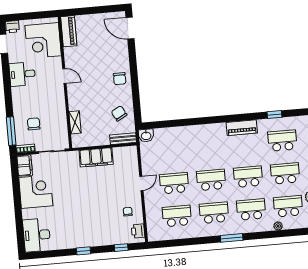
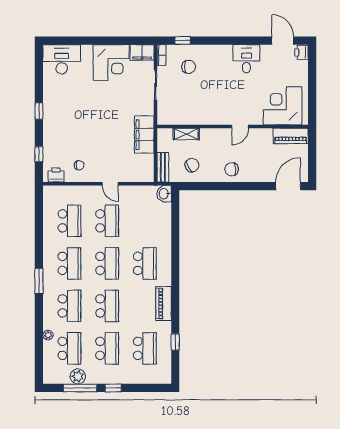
piano: (69, 31) -> (291, 136), moved
corner desk: (43, 41) -> (283, 106), moved
door: (64, 76) -> (240, 127), moved
wall: (65, 83) -> (233, 127), moved
shelving: (75, 122) -> (186, 134), moved
window: (11, 131) -> (183, 41), width x0.46
school desk: (208, 147) -> (145, 263), added

